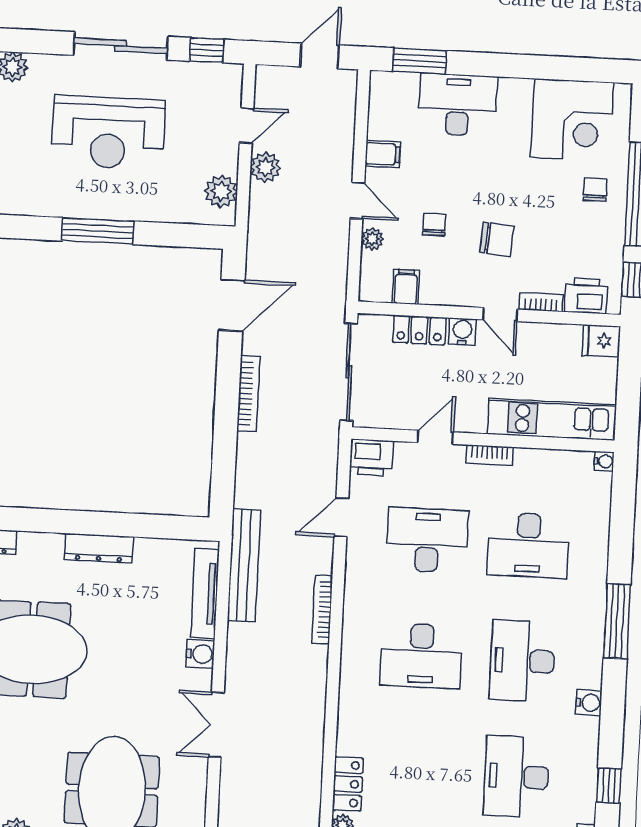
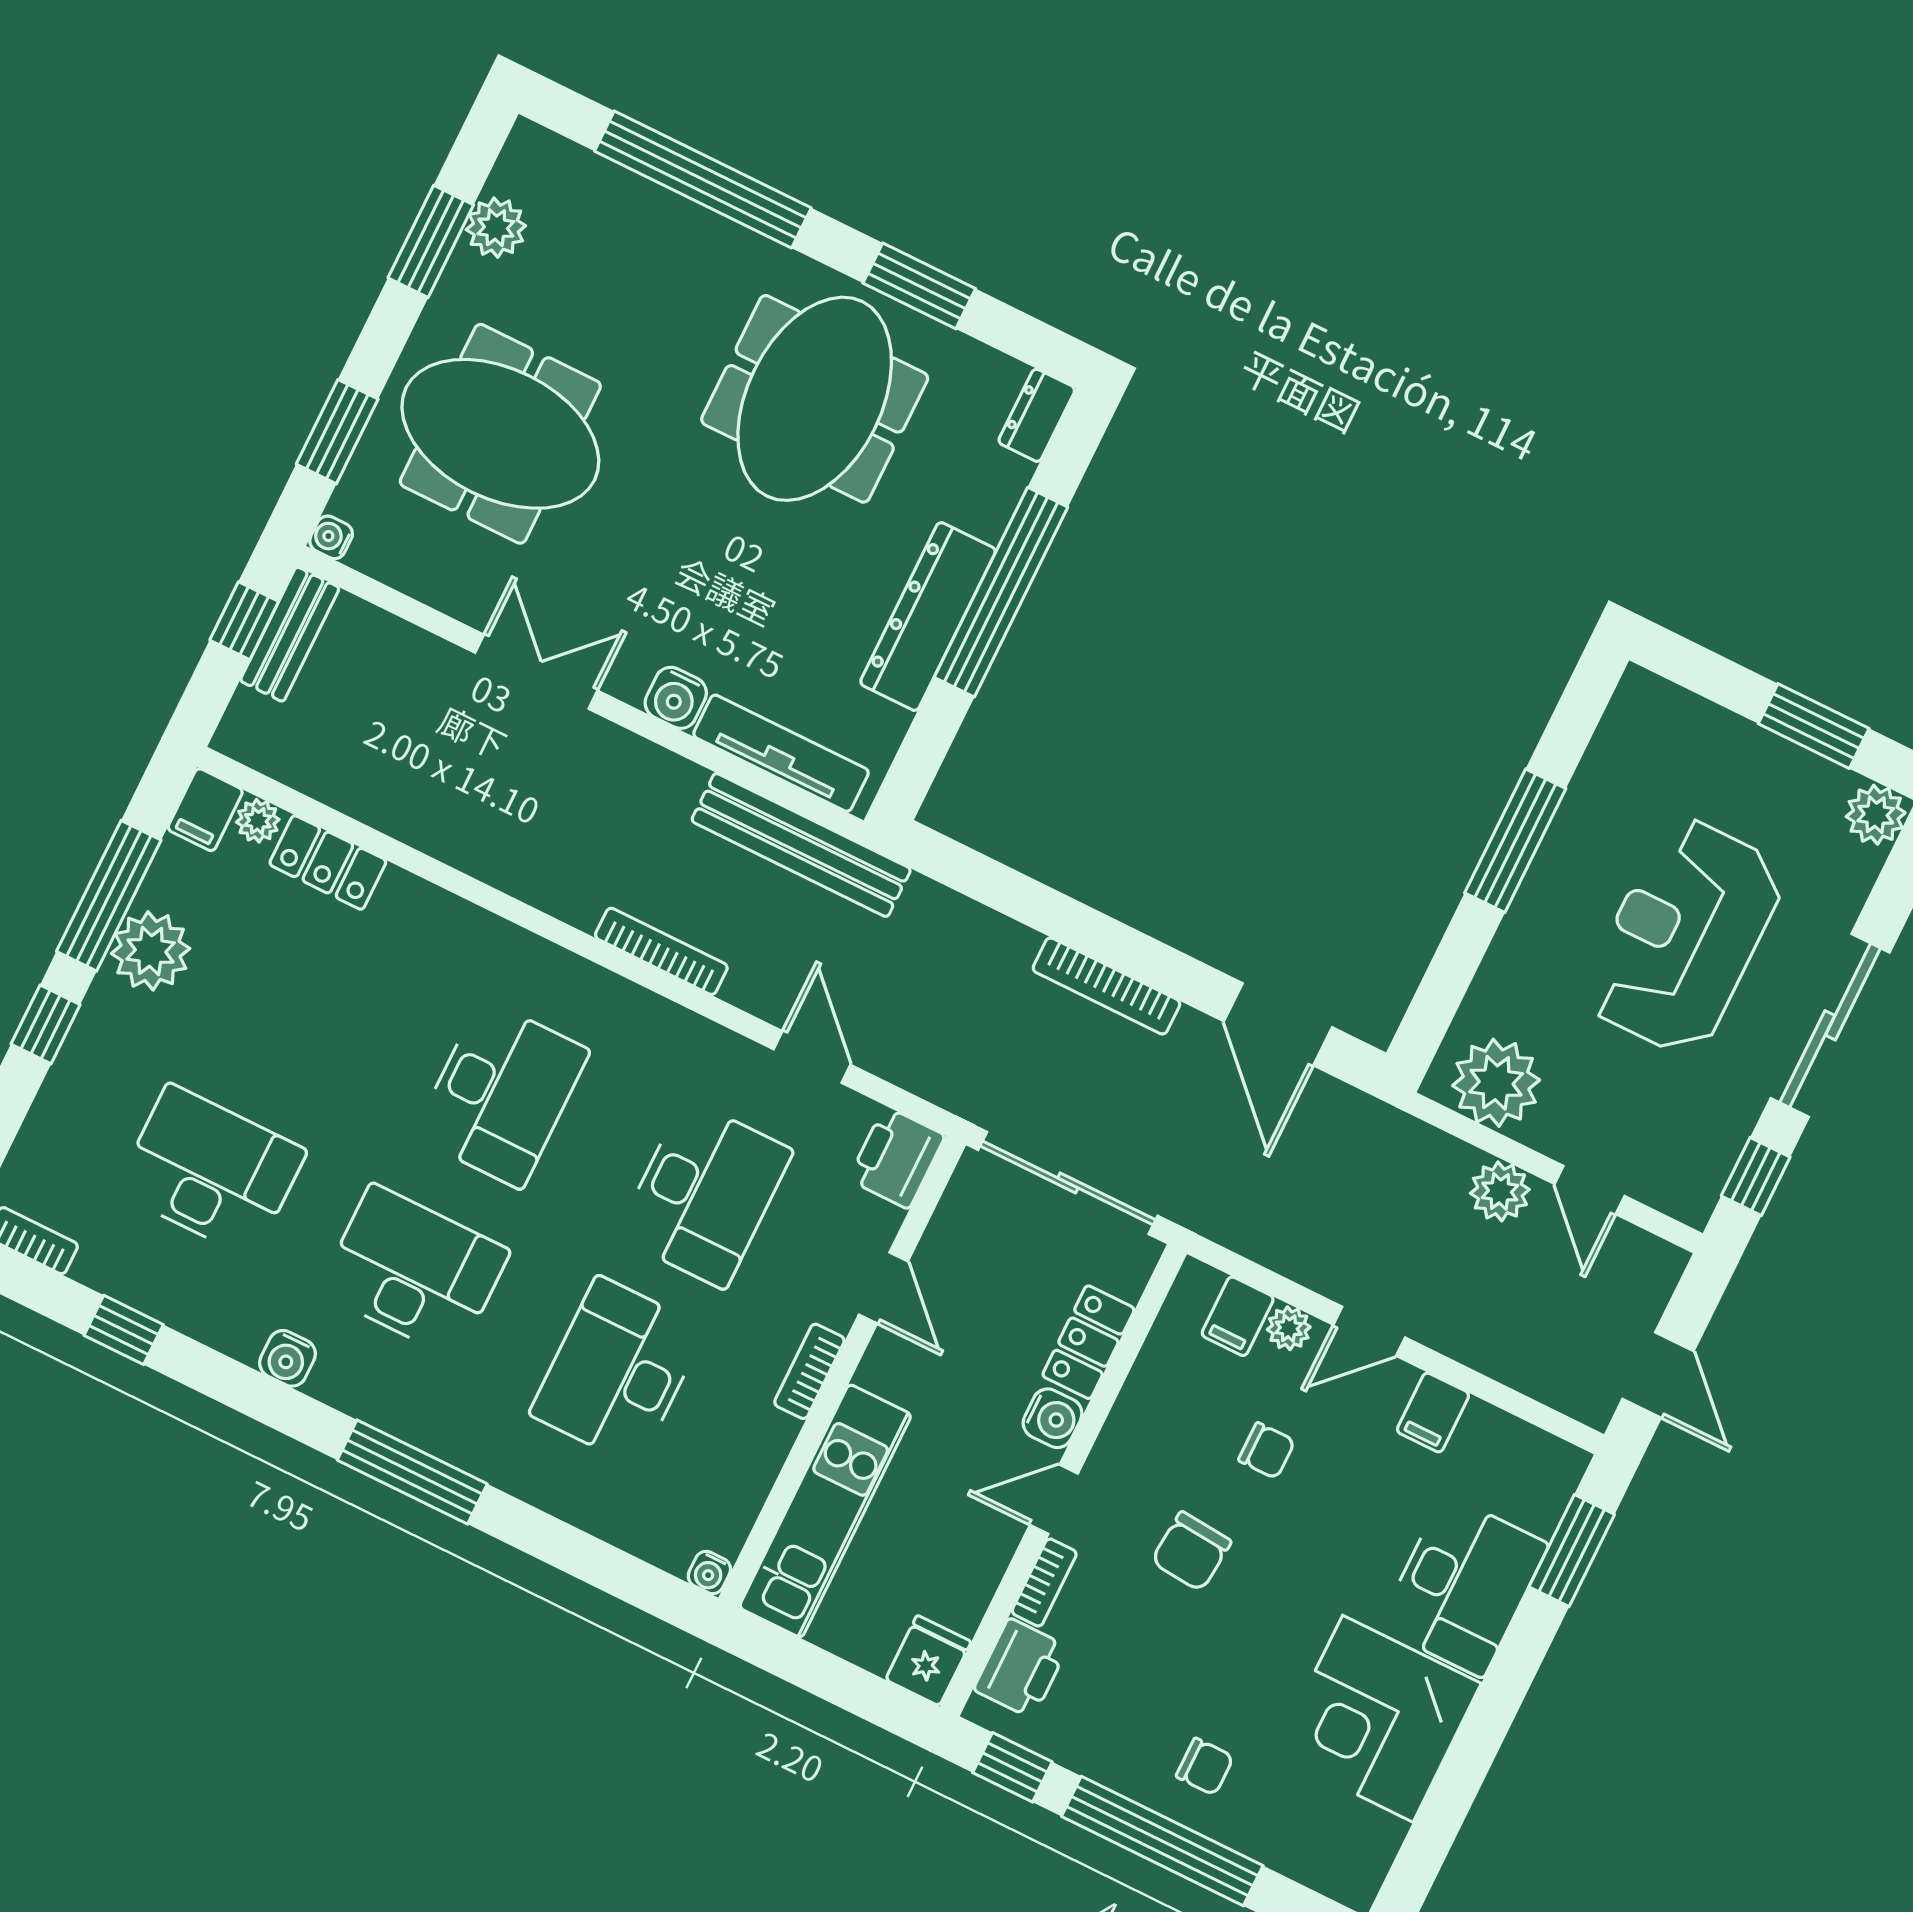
corner desk: (572, 120) -> (1378, 1719), moved
plant: (221, 191) -> (1496, 1083), width x1.36, depth x1.36
filing cabinet: (406, 287) -> (1238, 1316), moved, turned 90
window: (85, 523) -> (1001, 592), added
dresser: (99, 548) -> (928, 617), width x1.37, depth x1.24
desk: (421, 656) -> (502, 1094), turned 180

